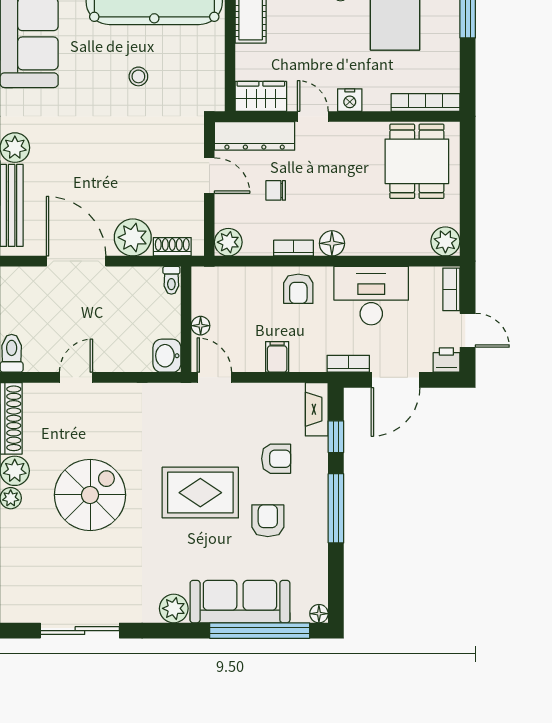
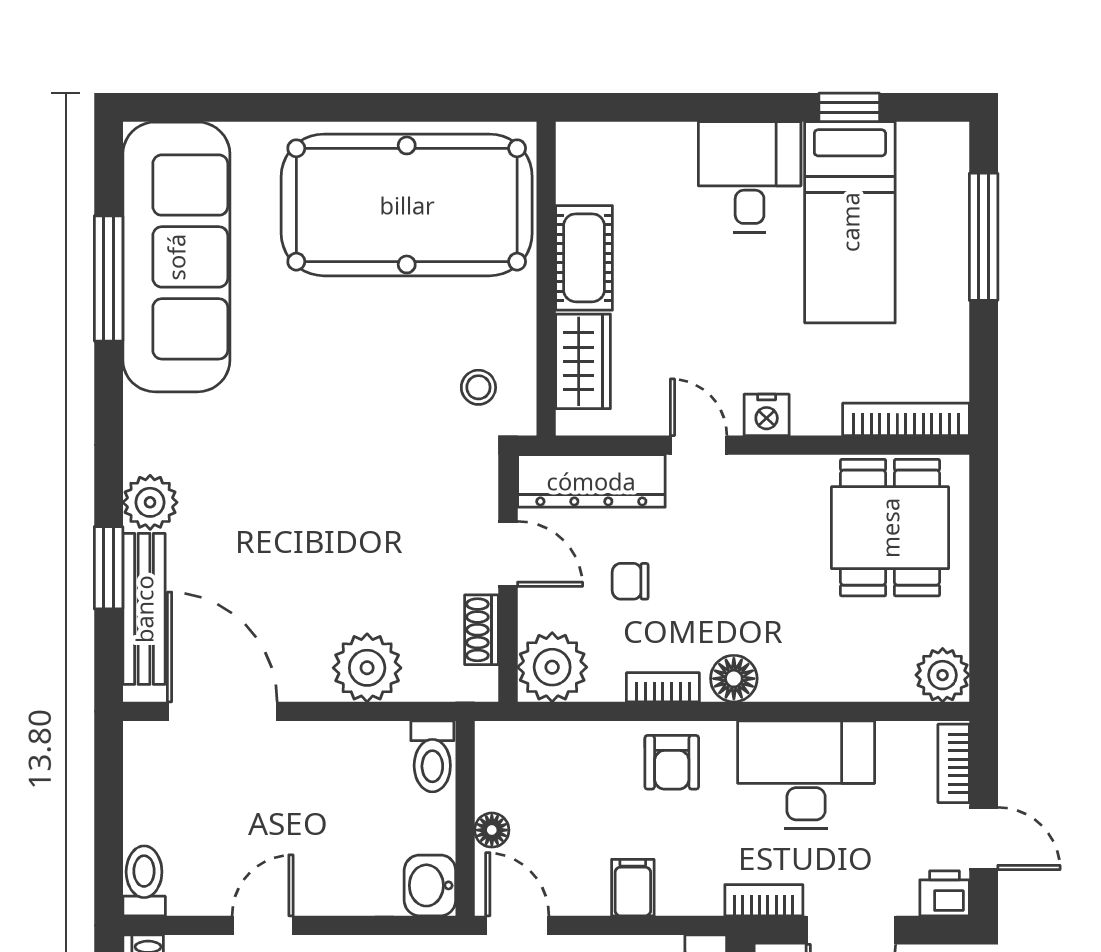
stool: (138, 76) -> (478, 387), moved
wardrobe: (261, 96) -> (583, 361), moved, turned 90
plant: (228, 242) -> (552, 667), width x1.36, depth x1.36
shoe rack: (172, 247) -> (482, 630), moved, turned -90
door: (76, 261) -> (222, 711), moved
toilet: (171, 280) -> (432, 756), width x1.37, depth x1.39

